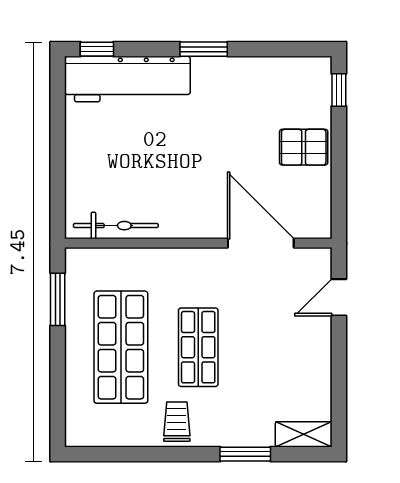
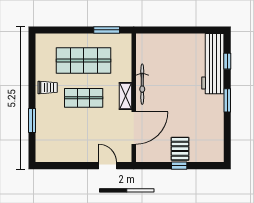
window: (97, 49) -> (227, 61), moved
window: (339, 90) -> (179, 166), moved
bicycle: (116, 226) -> (142, 84), moved
shelving: (304, 434) -> (126, 96), moved

